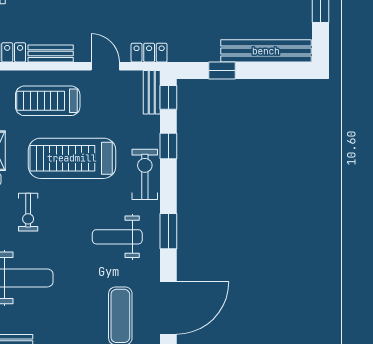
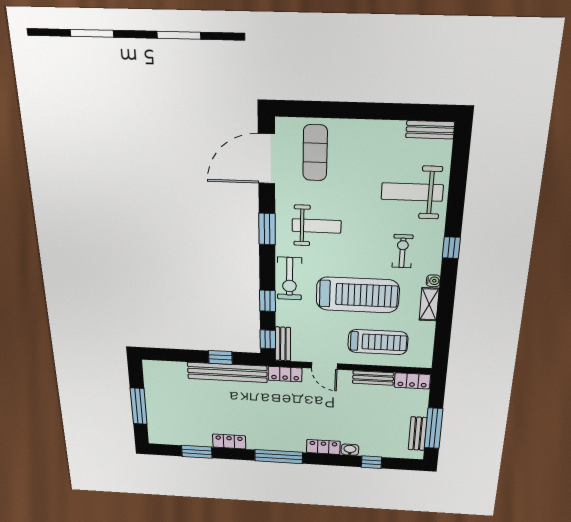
bench: (266, 51) -> (227, 372), moved

